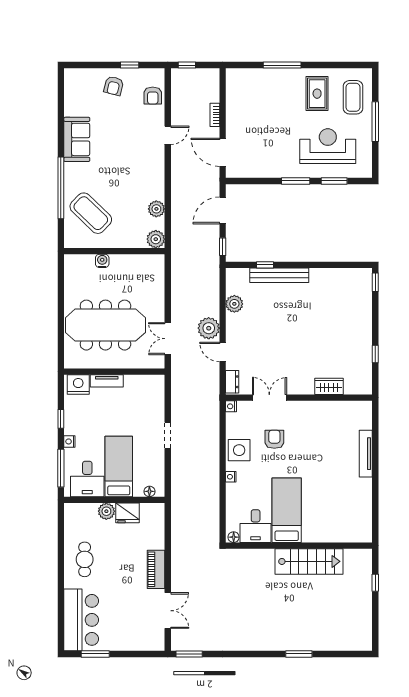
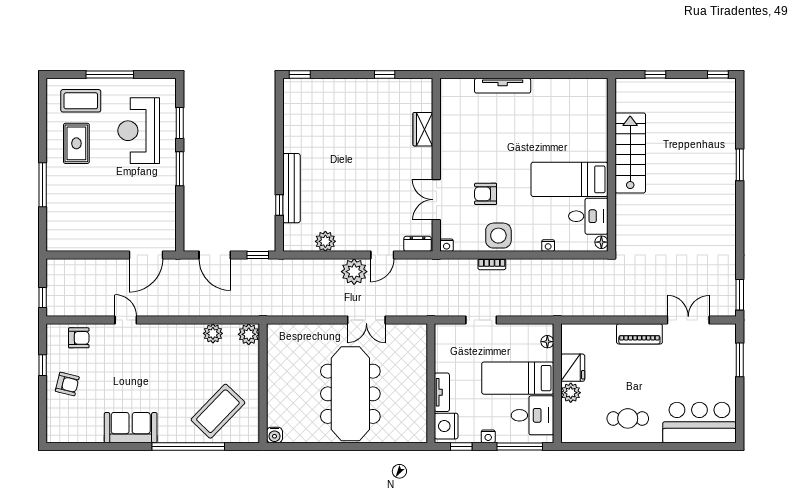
rug: (317, 94) -> (76, 143), turned 90
bookcase: (215, 115) -> (492, 264), moved
water cooler: (102, 261) -> (274, 435), moved, turned -90
wall: (114, 372) -> (431, 383), moved
tv unit: (107, 381) -> (442, 392), moved
nightstand: (78, 385) -> (446, 426), moved
nightstand: (231, 477) -> (548, 246), moved
window: (375, 636) -> (718, 75), added
window: (95, 654) -> (740, 360), moved

